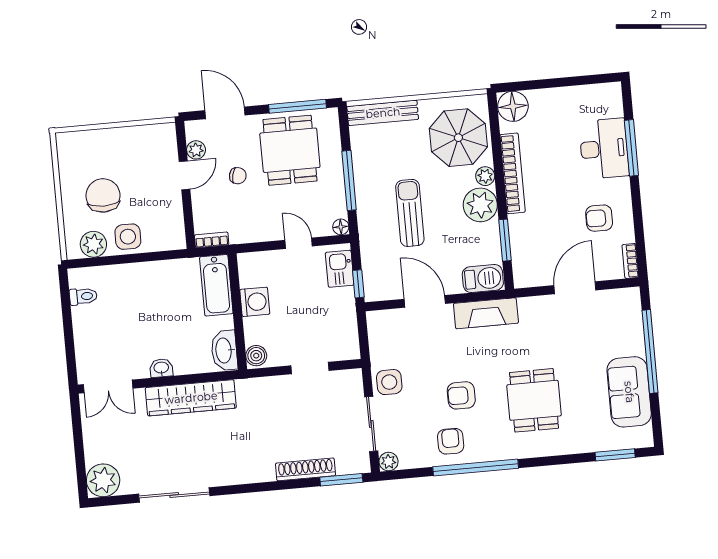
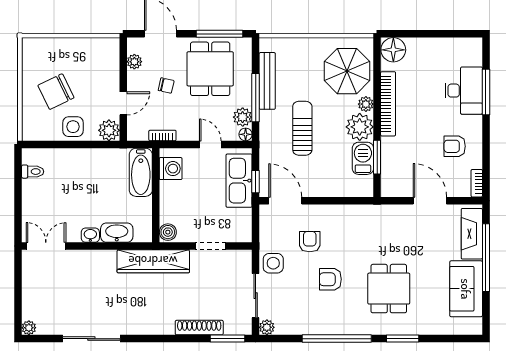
bench: (383, 113) -> (267, 81), moved, turned 90
door: (185, 175) -> (123, 103), moved
chair: (103, 195) -> (56, 92), turned -116
plant: (335, 206) -> (243, 117), added
bookcase: (212, 240) -> (162, 135), moved
plant: (93, 244) -> (109, 130), moved
kitchen sink: (340, 269) -> (239, 181), width x1.88, depth x1.24
barbecue: (483, 278) -> (363, 158), moved, turned -90
door: (575, 288) -> (430, 201), hinge flipped
door: (425, 301) -> (285, 201), moved
washing machine: (255, 302) -> (171, 169), moved
fireplace: (486, 313) -> (472, 234), moved, turned 90
washbasin: (224, 350) -> (117, 233), moved, turned 90
double door: (108, 386) -> (46, 246), swing flipped
wardrobe: (191, 398) -> (153, 261), moved
armchair: (451, 441) -> (310, 242), moved
window: (615, 455) -> (403, 339), moved
plant: (103, 480) -> (29, 328), width x0.53, depth x0.53

